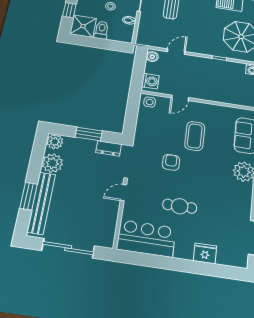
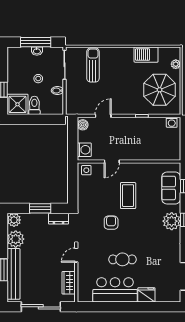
wardrobe: (109, 224) -> (69, 283), added
bar counter: (146, 238) -> (115, 290), moved

